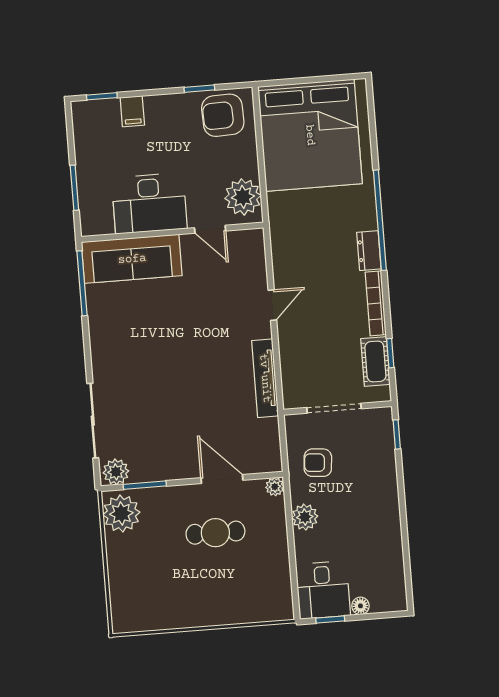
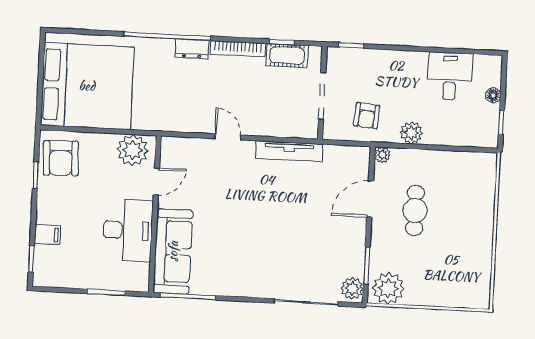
desk: (323, 590) -> (450, 76), moved, turned -90

